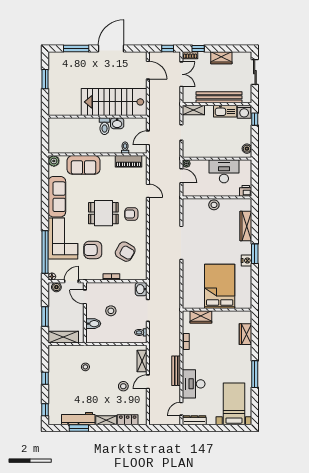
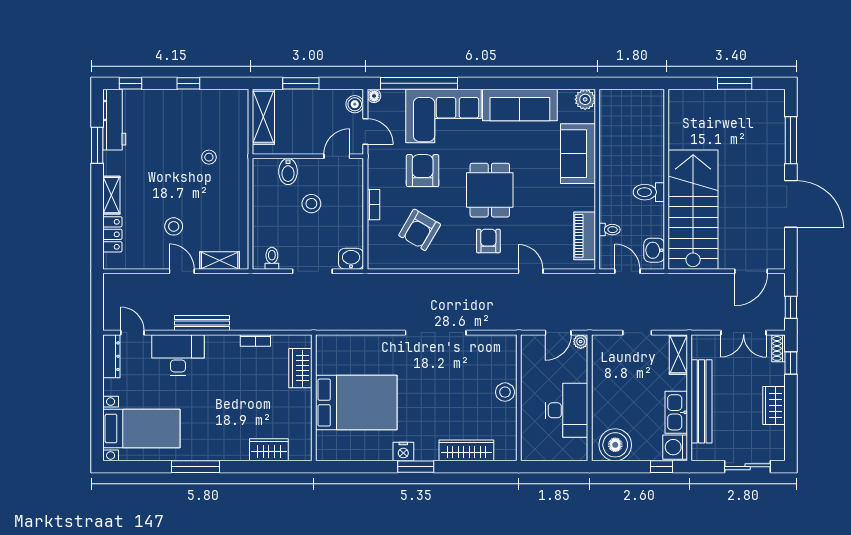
washbasin: (117, 123) -> (654, 250), moved
boiler: (247, 149) -> (615, 445), width x1.86, depth x1.86
door: (148, 191) -> (531, 271), swing flipped
printer: (246, 191) -> (531, 450), removed
workbench: (78, 419) -> (114, 120), moved

